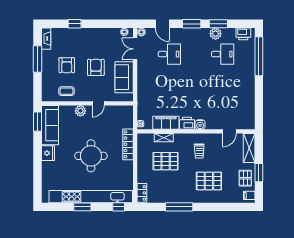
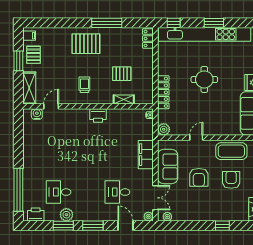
coffee table: (67, 91) -> (231, 151), width x1.86, depth x1.72
plant: (80, 111) -> (164, 129), moved
filing cabinet: (166, 123) -> (146, 155), moved, turned 90
water cooler: (200, 125) -> (37, 114), moved
round table: (91, 156) -> (204, 79), width x0.73, depth x0.73
pallet: (166, 161) -> (122, 74), width x0.67, depth x0.71
pallet: (209, 181) -> (86, 44), moved

